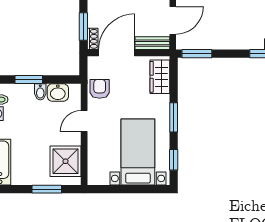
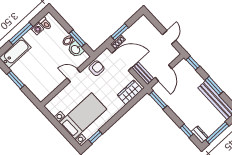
door: (173, 20) -> (163, 73), hinge flipped
window: (29, 79) -> (77, 38), moved
window: (174, 117) -> (116, 118), removed
shower: (65, 161) -> (45, 84), removed
window: (47, 189) -> (16, 80), moved

